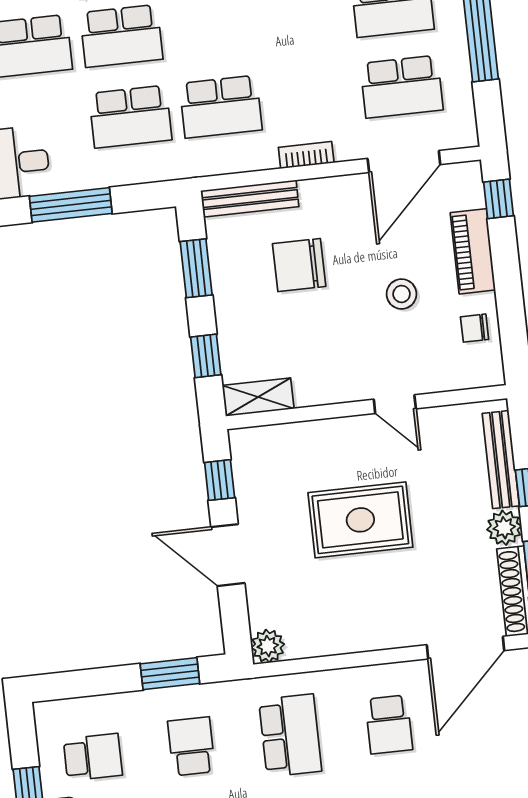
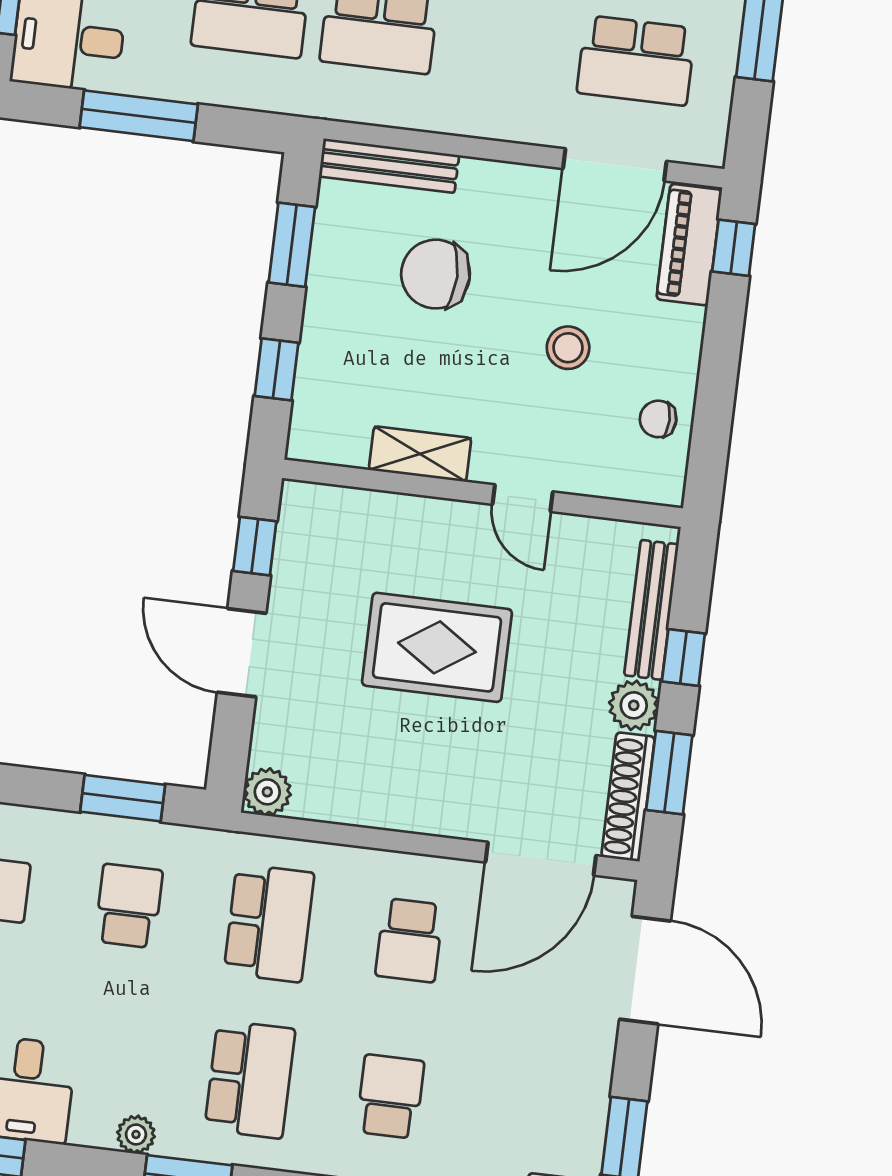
bookcase: (306, 155) -> (481, 124), removed
piano: (473, 251) -> (689, 245), moved
shelving: (258, 397) -> (420, 454), moved

